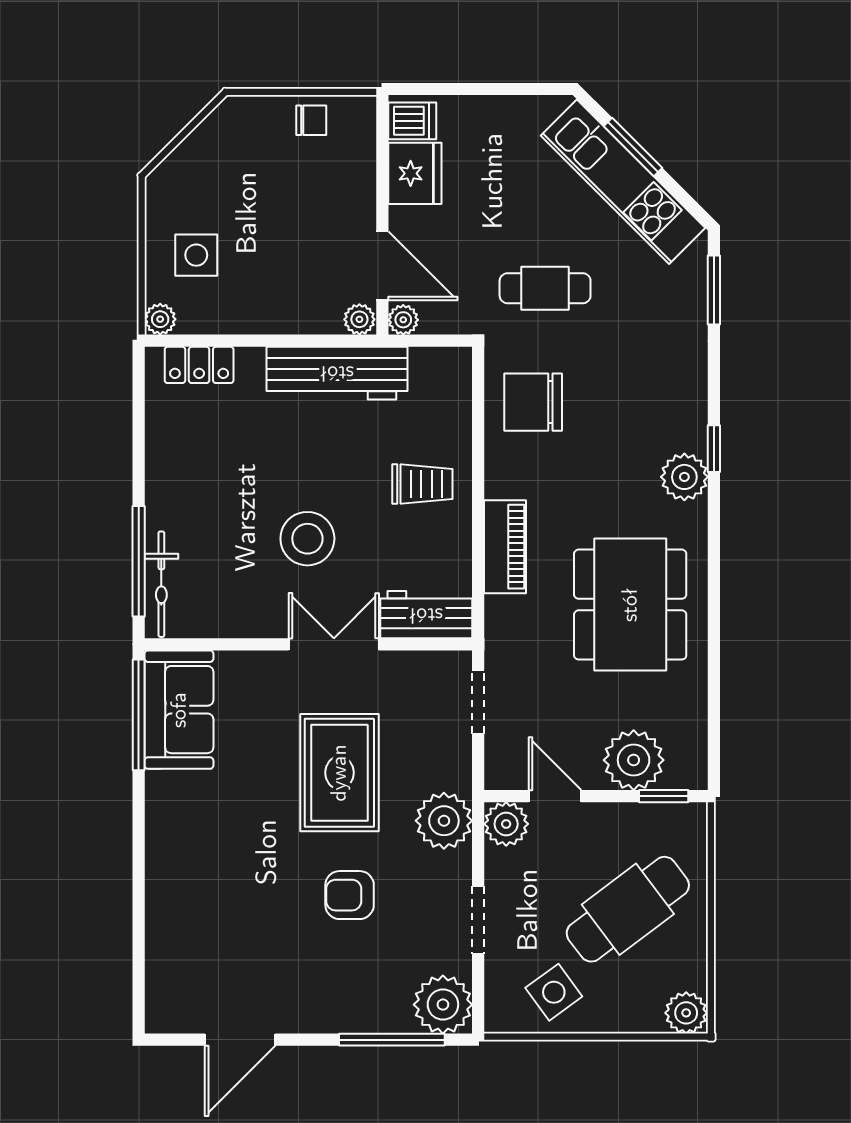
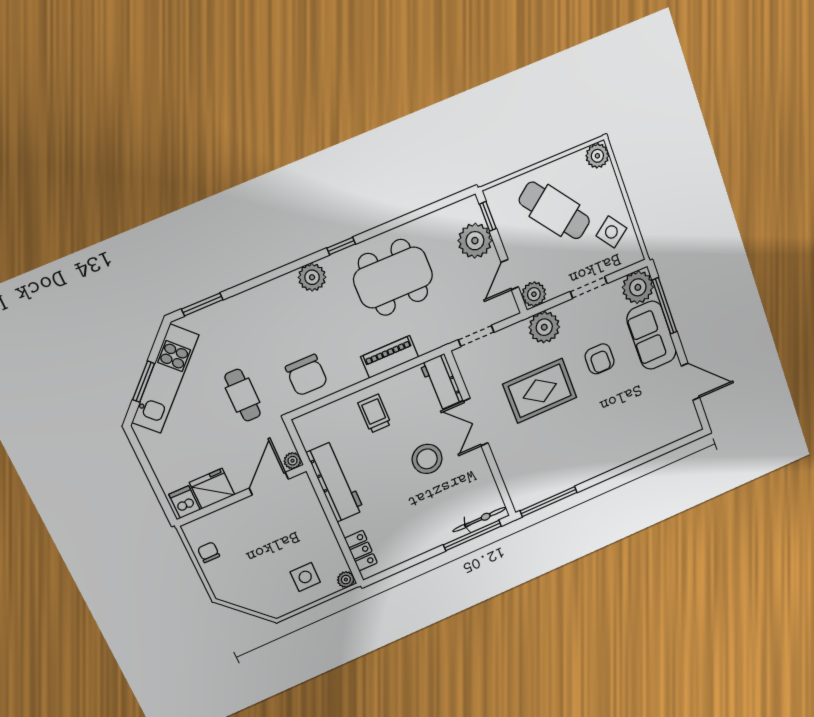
plant: (359, 319) -> (302, 483), removed
window: (714, 449) -> (341, 246), moved
sofa: (179, 710) -> (652, 335), moved, turned -90

